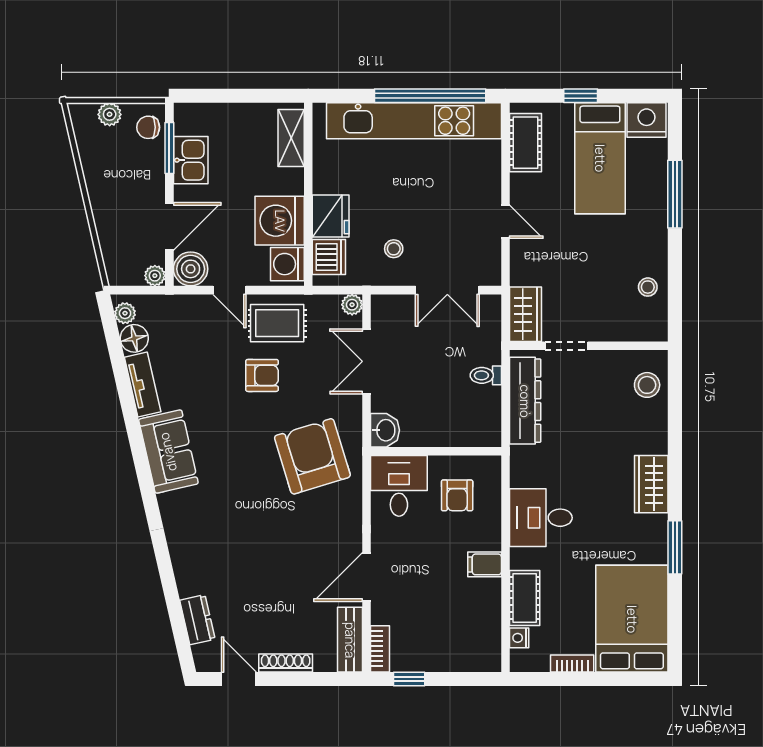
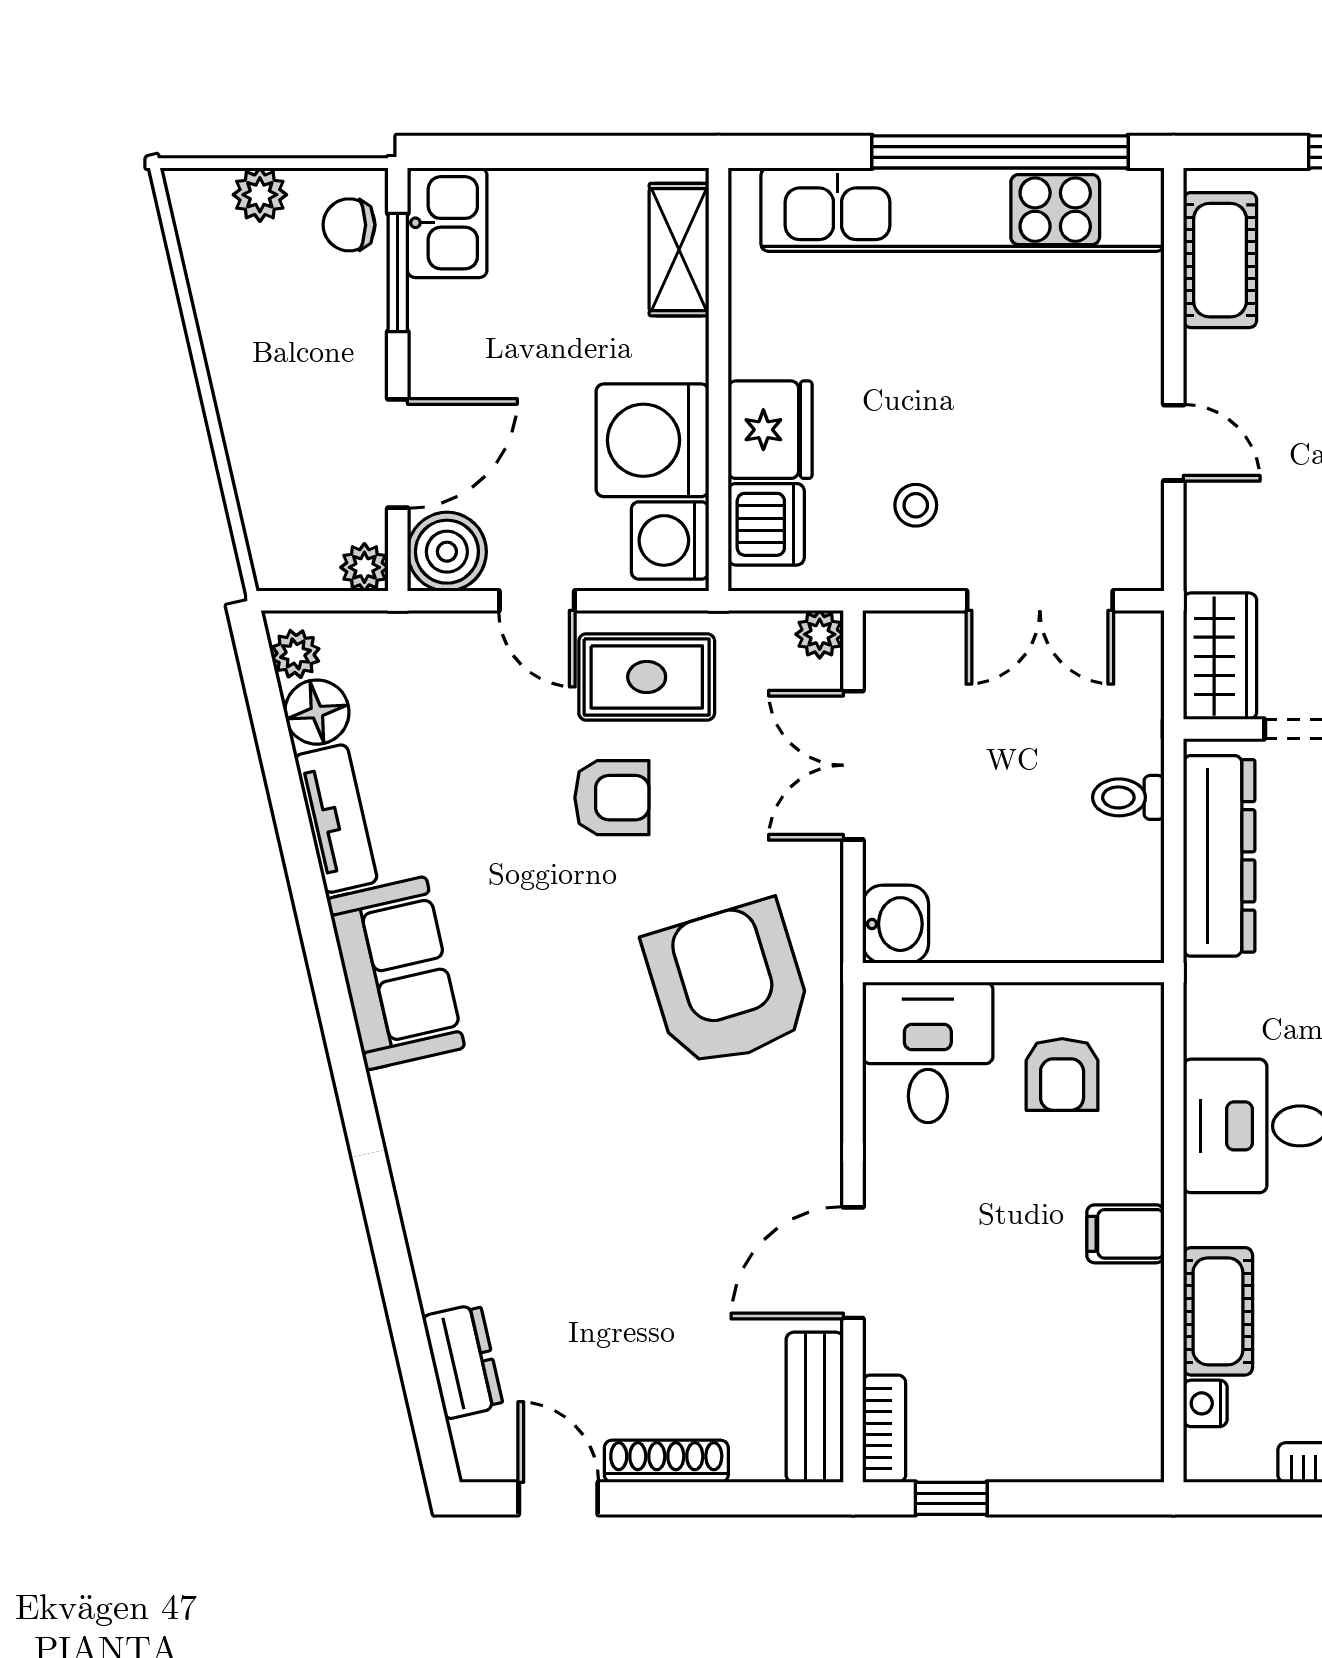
kitchen sink: (191, 160) -> (447, 223), moved

